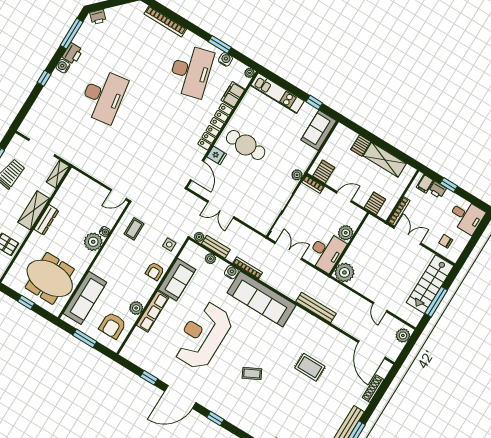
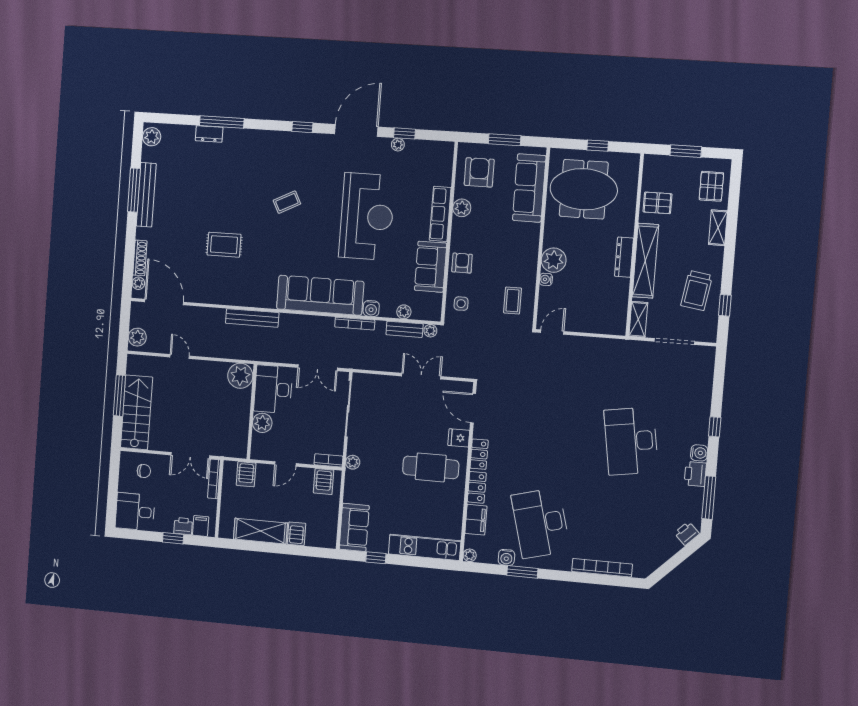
shelving: (34, 210) -> (645, 261), width x1.47
plant: (383, 372) -> (138, 283), added
plant: (157, 373) -> (398, 145), added

